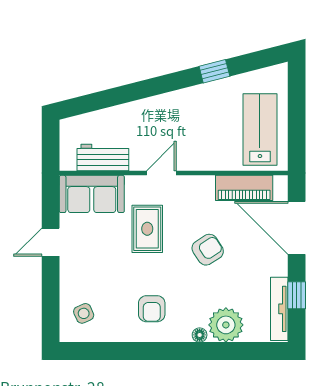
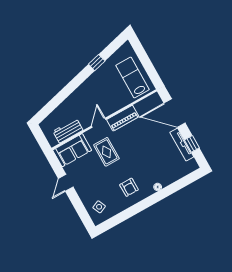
piano: (244, 188) -> (123, 118), moved
armchair: (208, 250) -> (139, 146), removed
tv unit: (279, 309) -> (182, 145), moved
plant: (226, 325) -> (167, 176), removed

